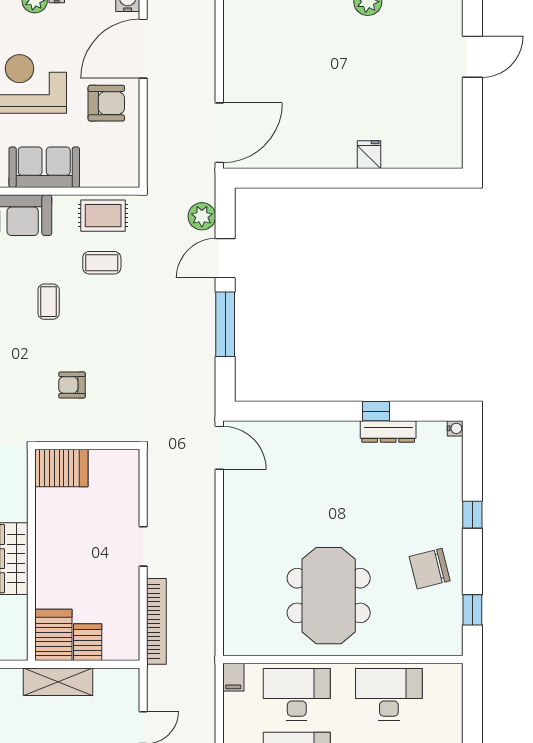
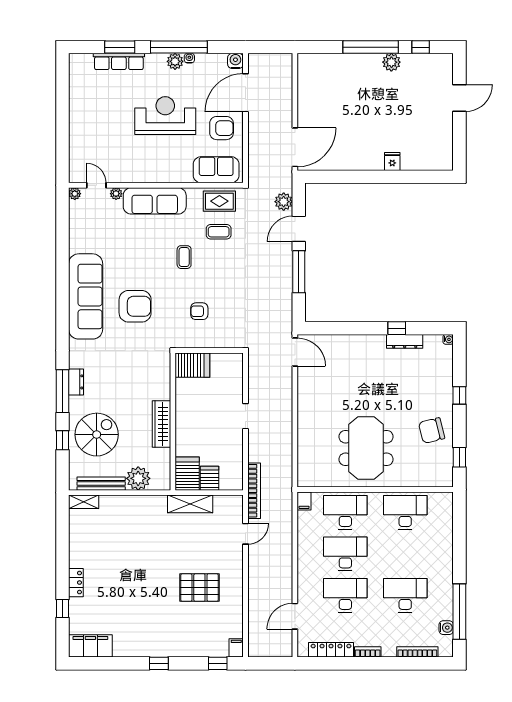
sofa: (44, 167) -> (216, 170), moved
bookcase: (156, 621) -> (254, 491), moved

